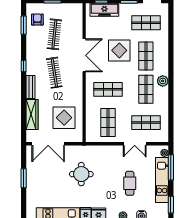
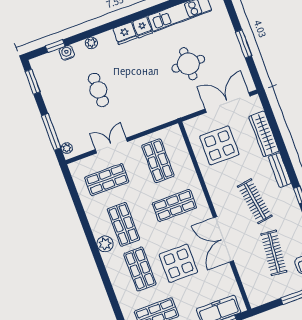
round table: (81, 174) -> (188, 64), moved
kitchen unit: (162, 180) -> (57, 110), removed

